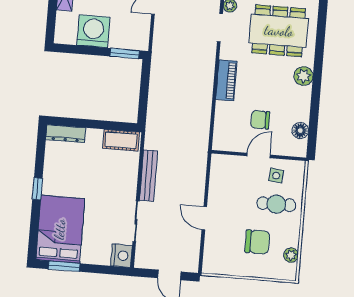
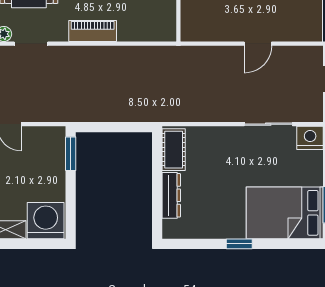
washing machine: (93, 31) -> (46, 221), moved, turned 90
dresser: (66, 134) -> (171, 195), moved
bench: (149, 176) -> (213, 114), removed

